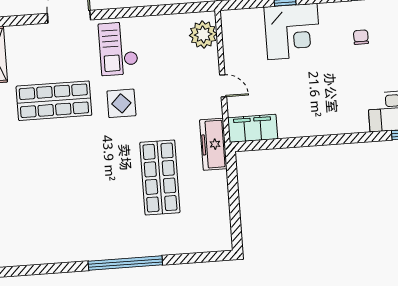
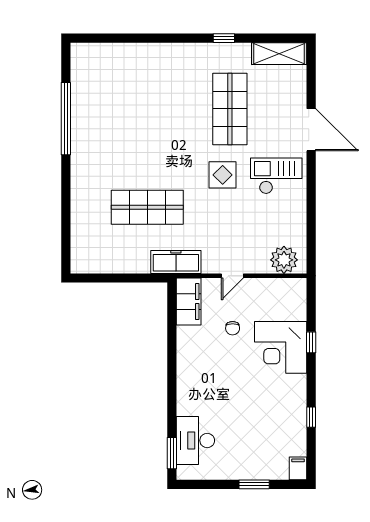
chair: (361, 37) -> (233, 328), moved, turned 90
window: (125, 263) -> (66, 119), moved

